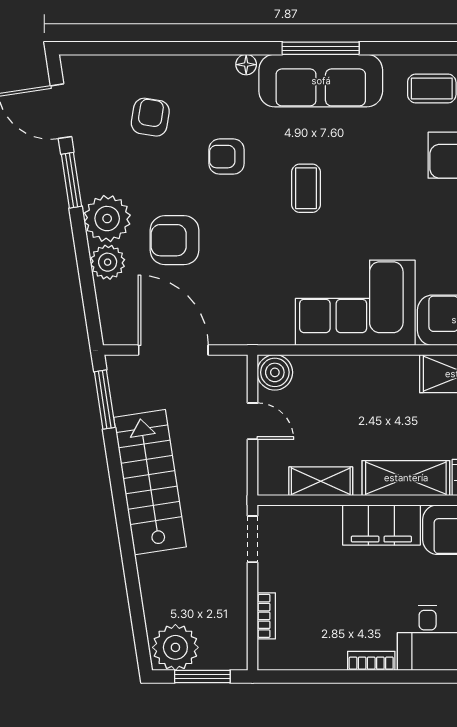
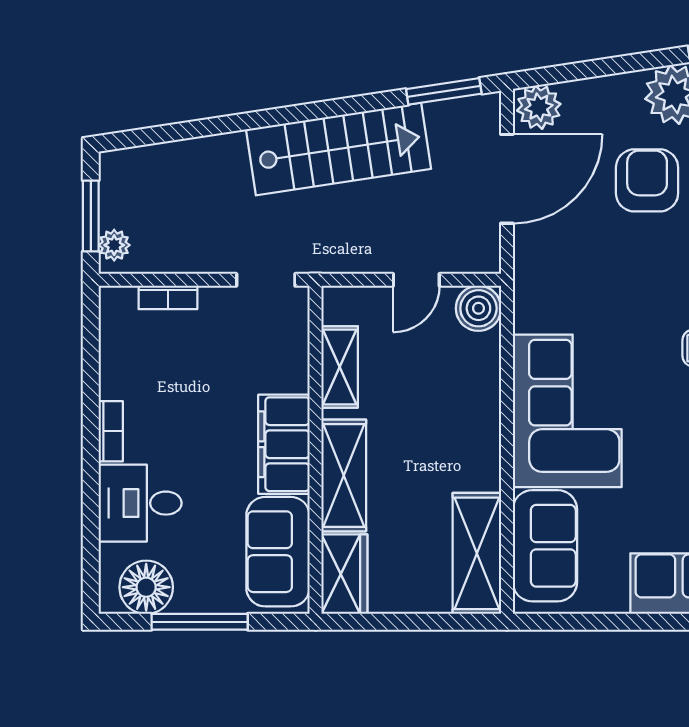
plant: (108, 262) -> (539, 107), moved
plant: (175, 647) -> (114, 245), moved, width x0.53, depth x0.53

